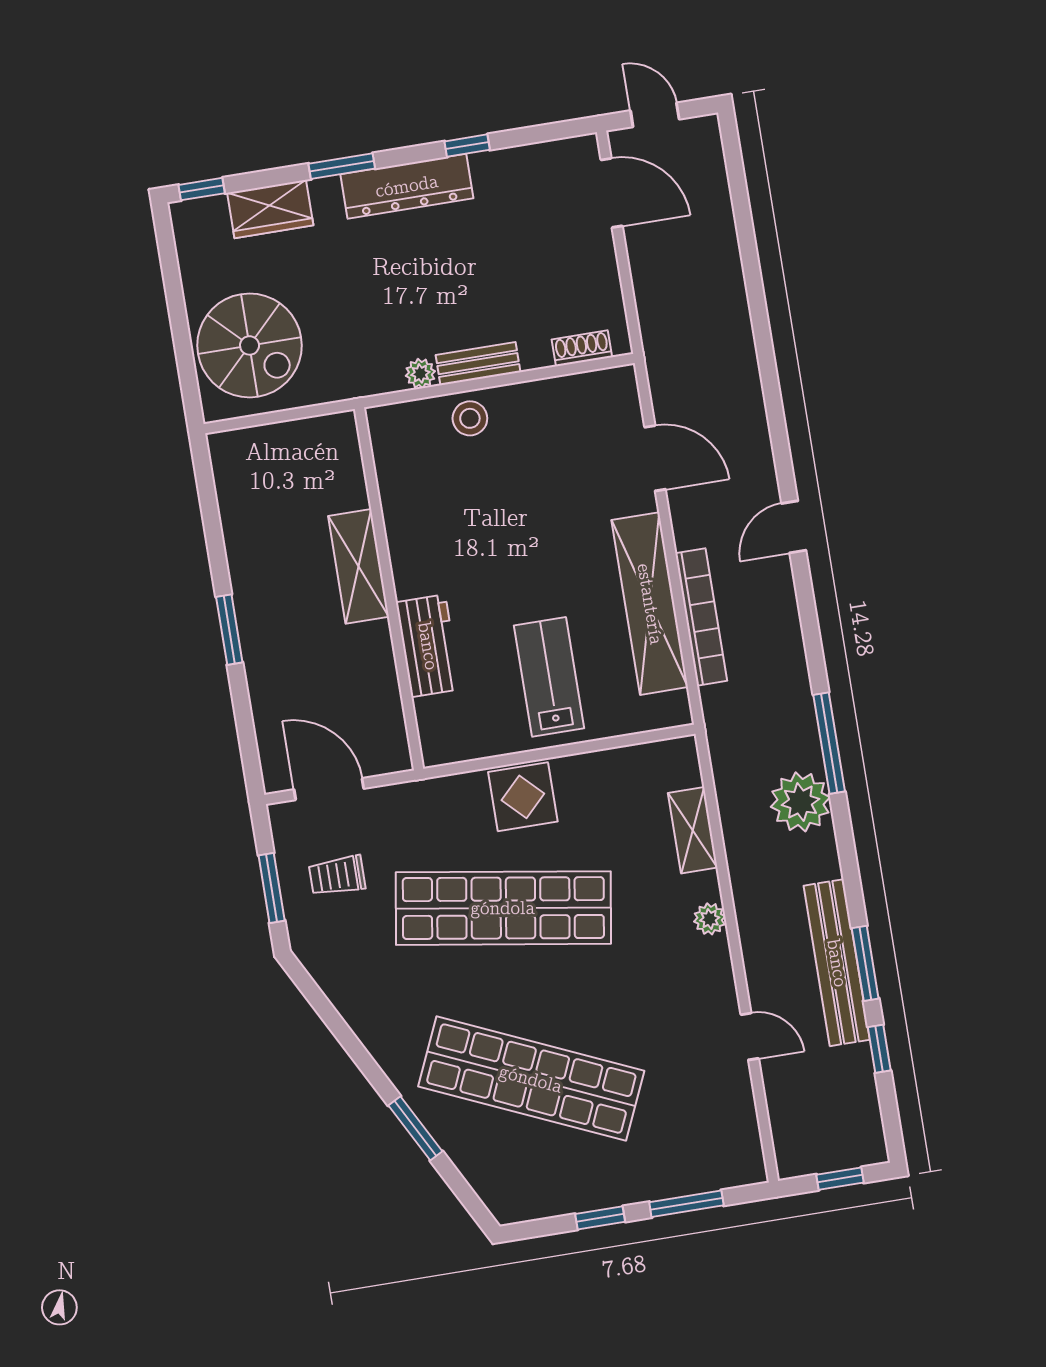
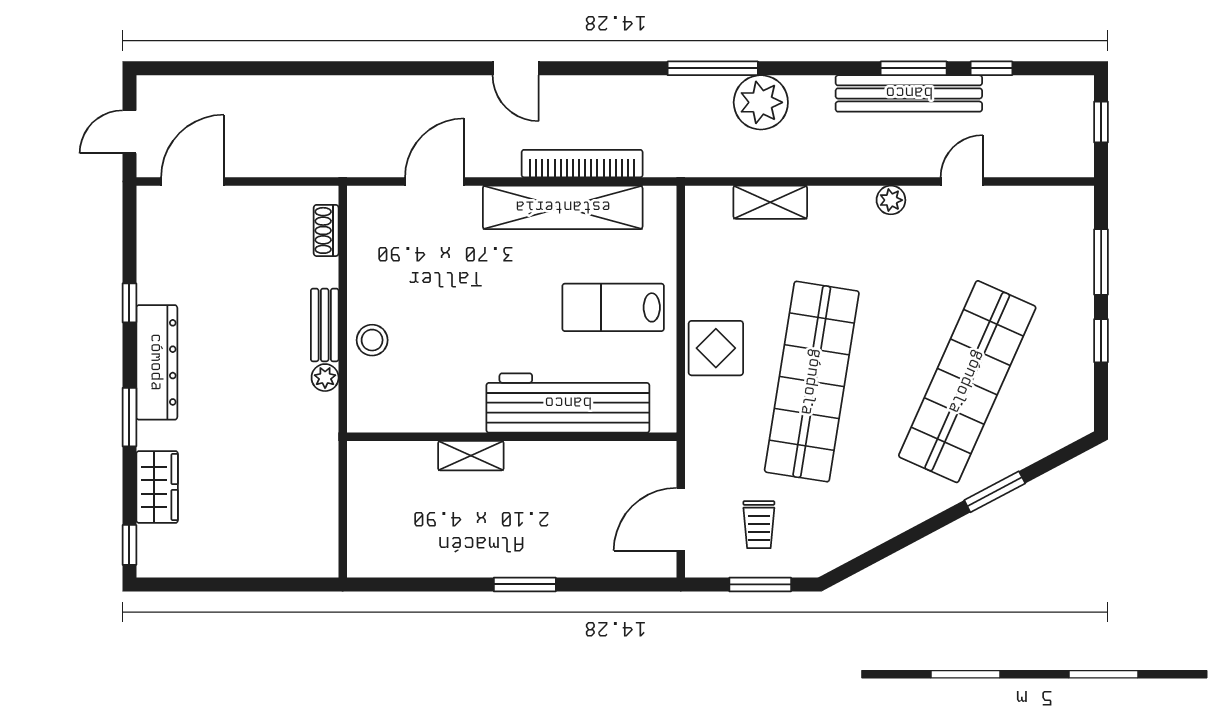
spiral stairs: (250, 345) -> (275, 525), removed
shelving: (358, 566) -> (471, 456), width x0.67, depth x0.75
workbench: (428, 646) -> (568, 403), width x1.88, depth x1.32
plant: (710, 919) -> (891, 200), moved

